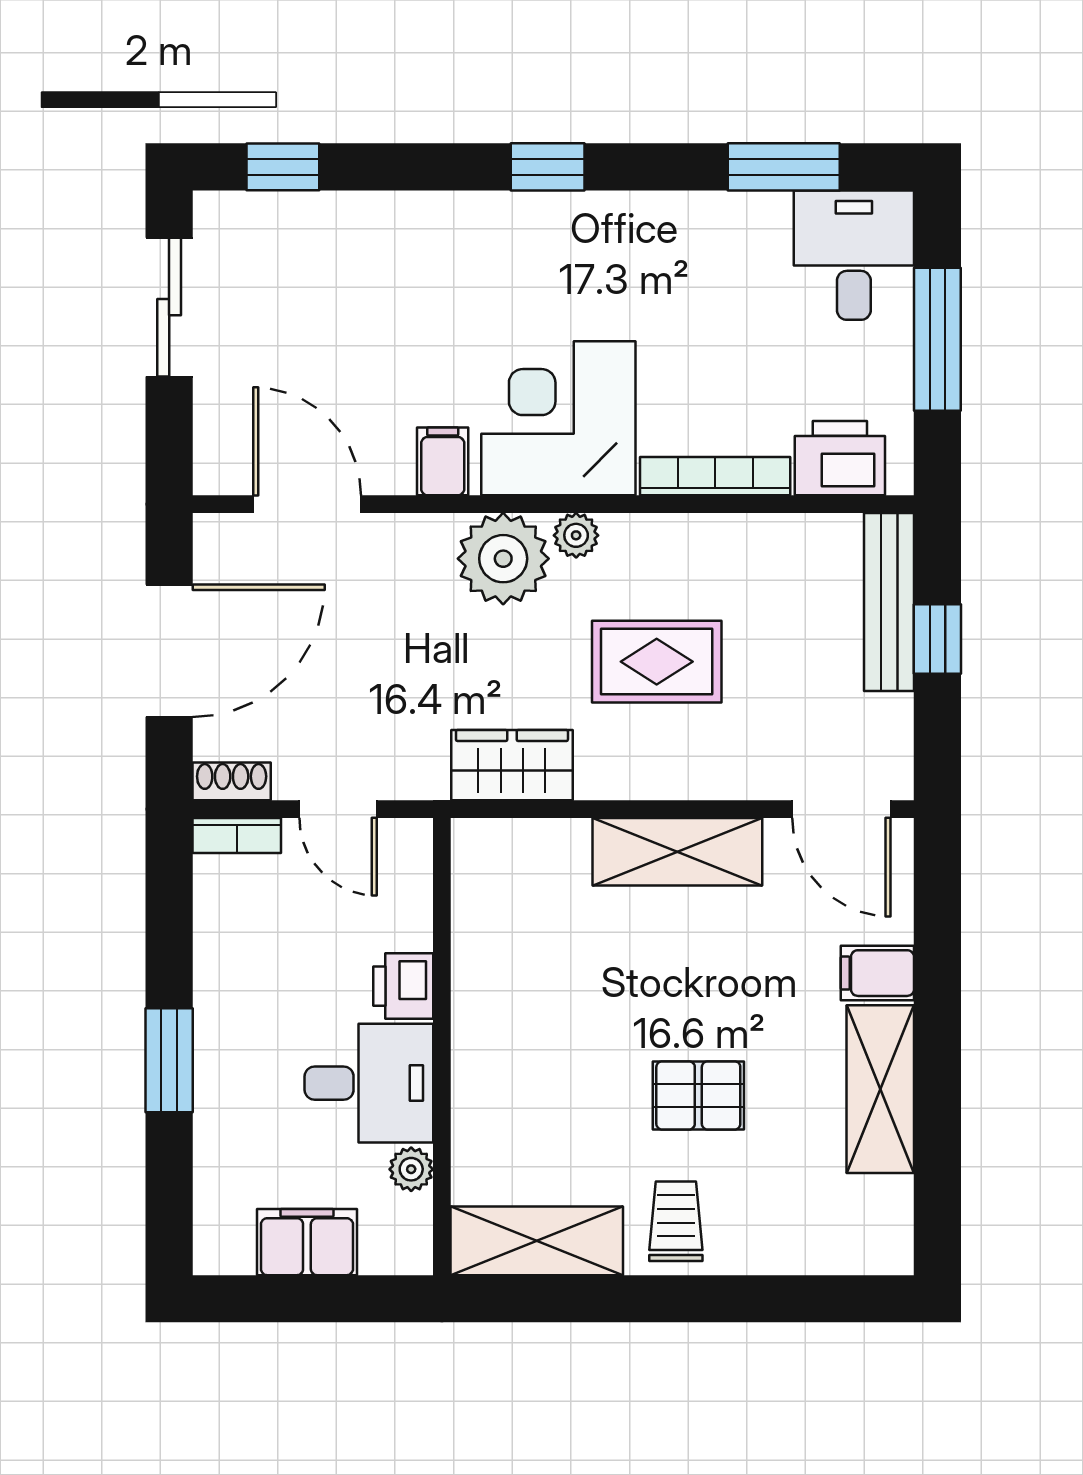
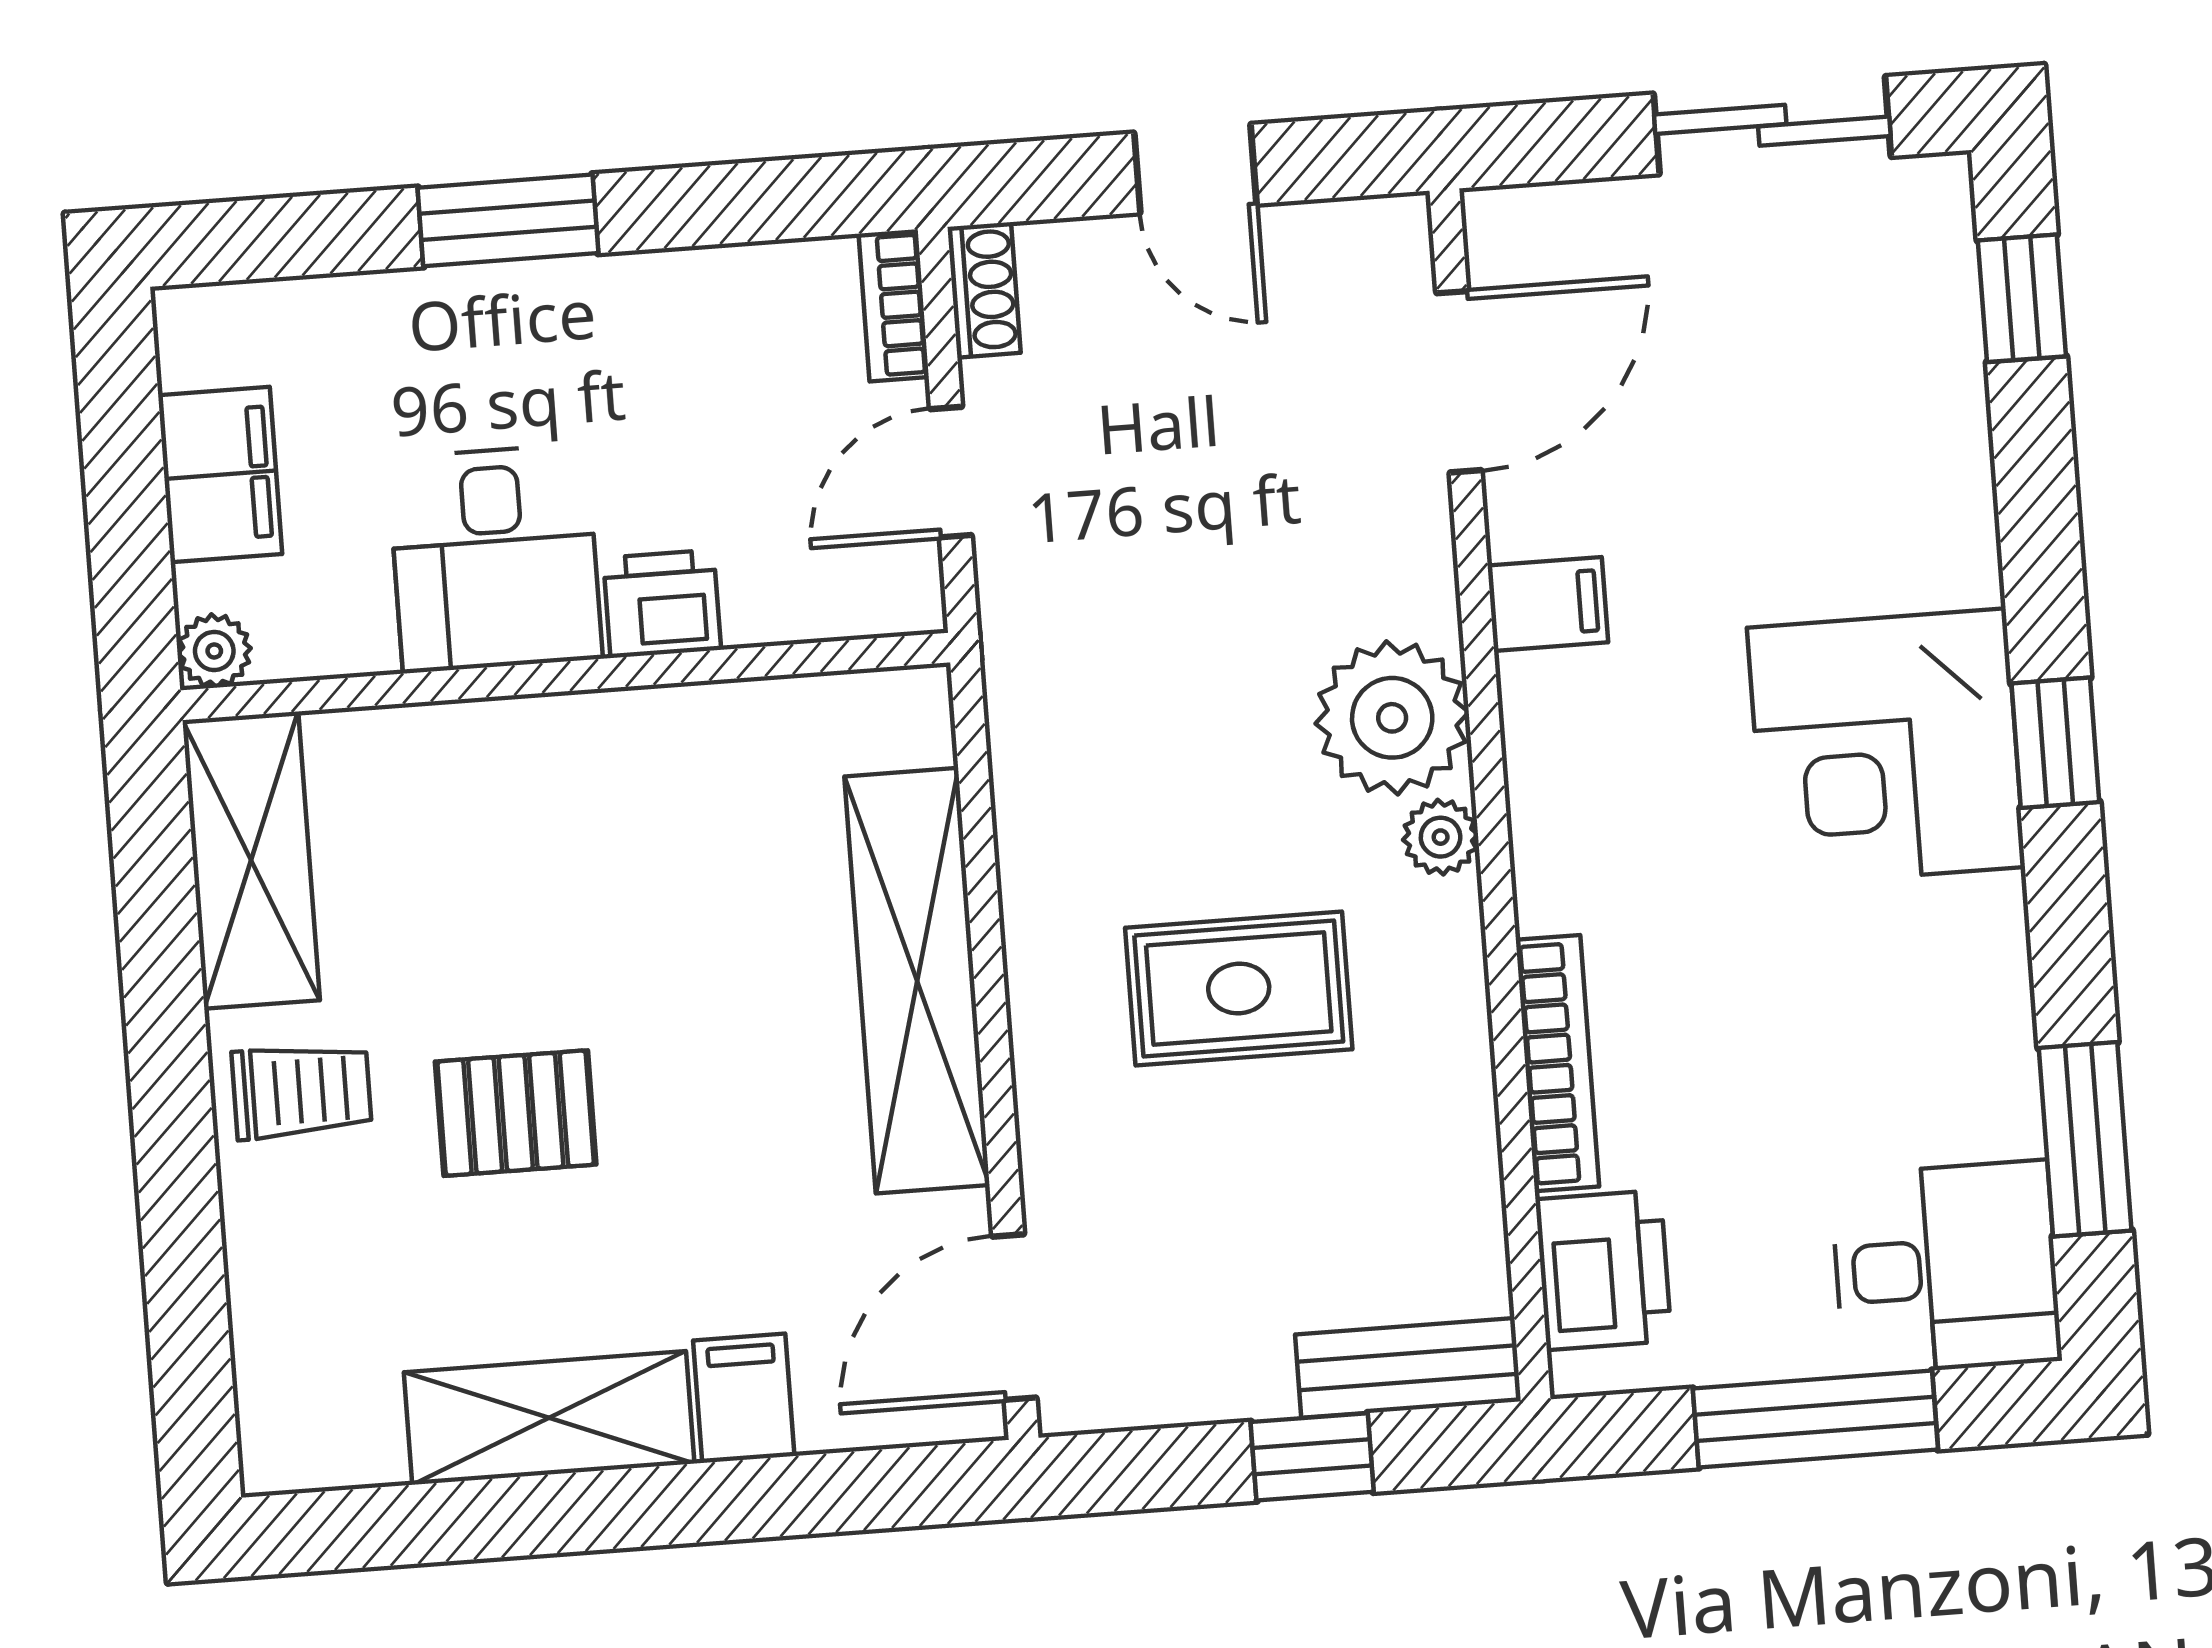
corner desk: (558, 418) -> (1886, 747), moved, turned 180
bench: (889, 602) -> (1408, 1368), width x0.73
door: (169, 651) -> (1195, 169), width x0.53
rug: (657, 662) -> (1239, 988), turned 90
wardrobe: (512, 765) -> (1047, 759), removed
shelving: (677, 852) -> (917, 981), width x1.47
pallet: (698, 1095) -> (516, 1113), turned 90
plant: (411, 1169) -> (214, 651), moved

